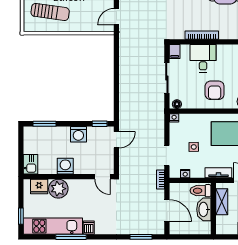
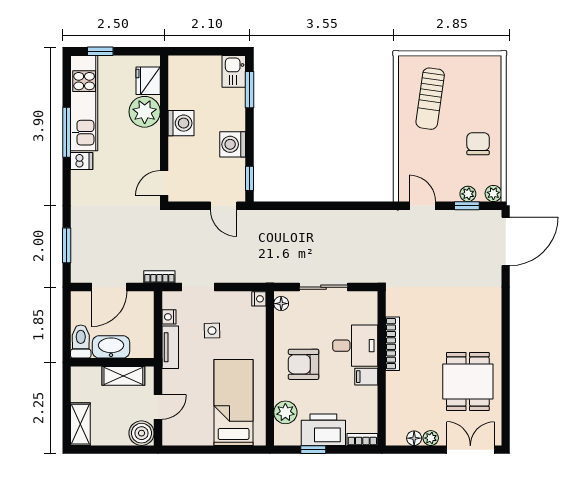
filing cabinet: (175, 52) -> (366, 377), moved
kitchen sink: (31, 164) -> (234, 71), moved, turned 90
tv unit: (218, 173) -> (170, 347), moved
toilet: (200, 191) -> (81, 342), moved

